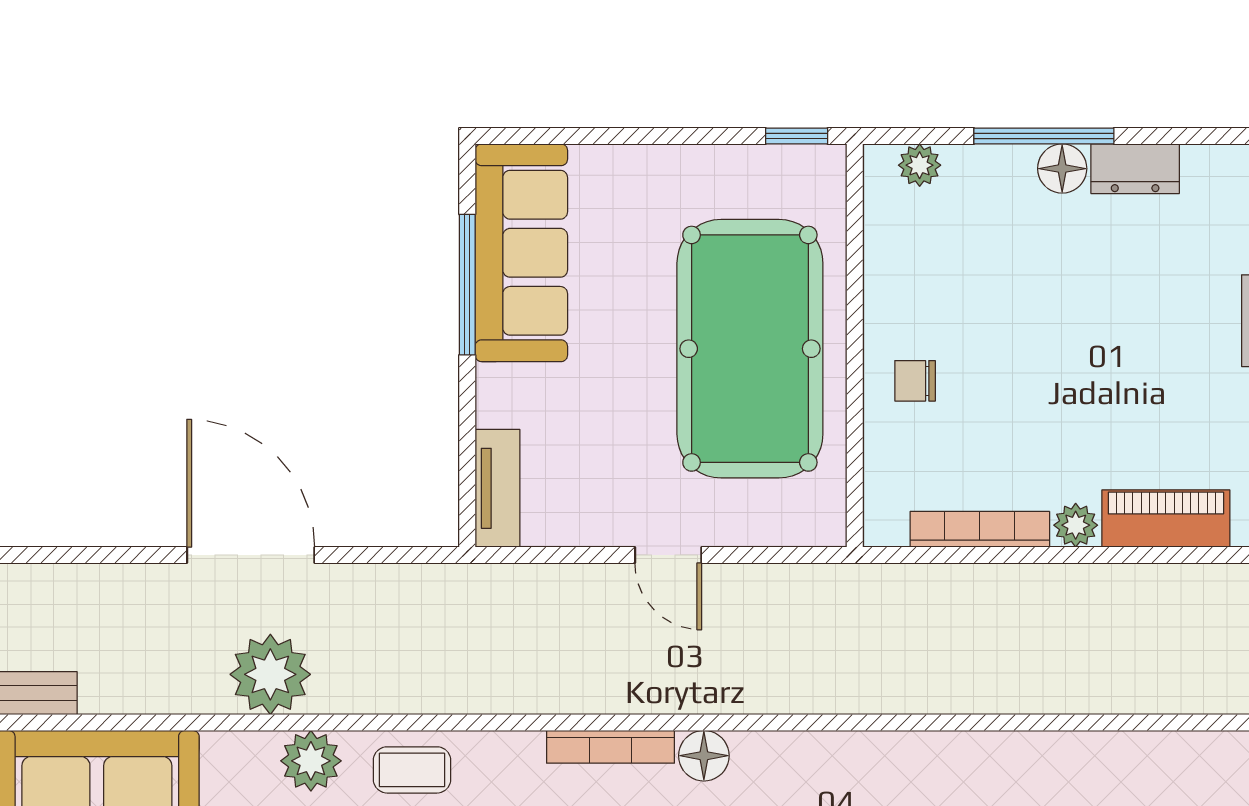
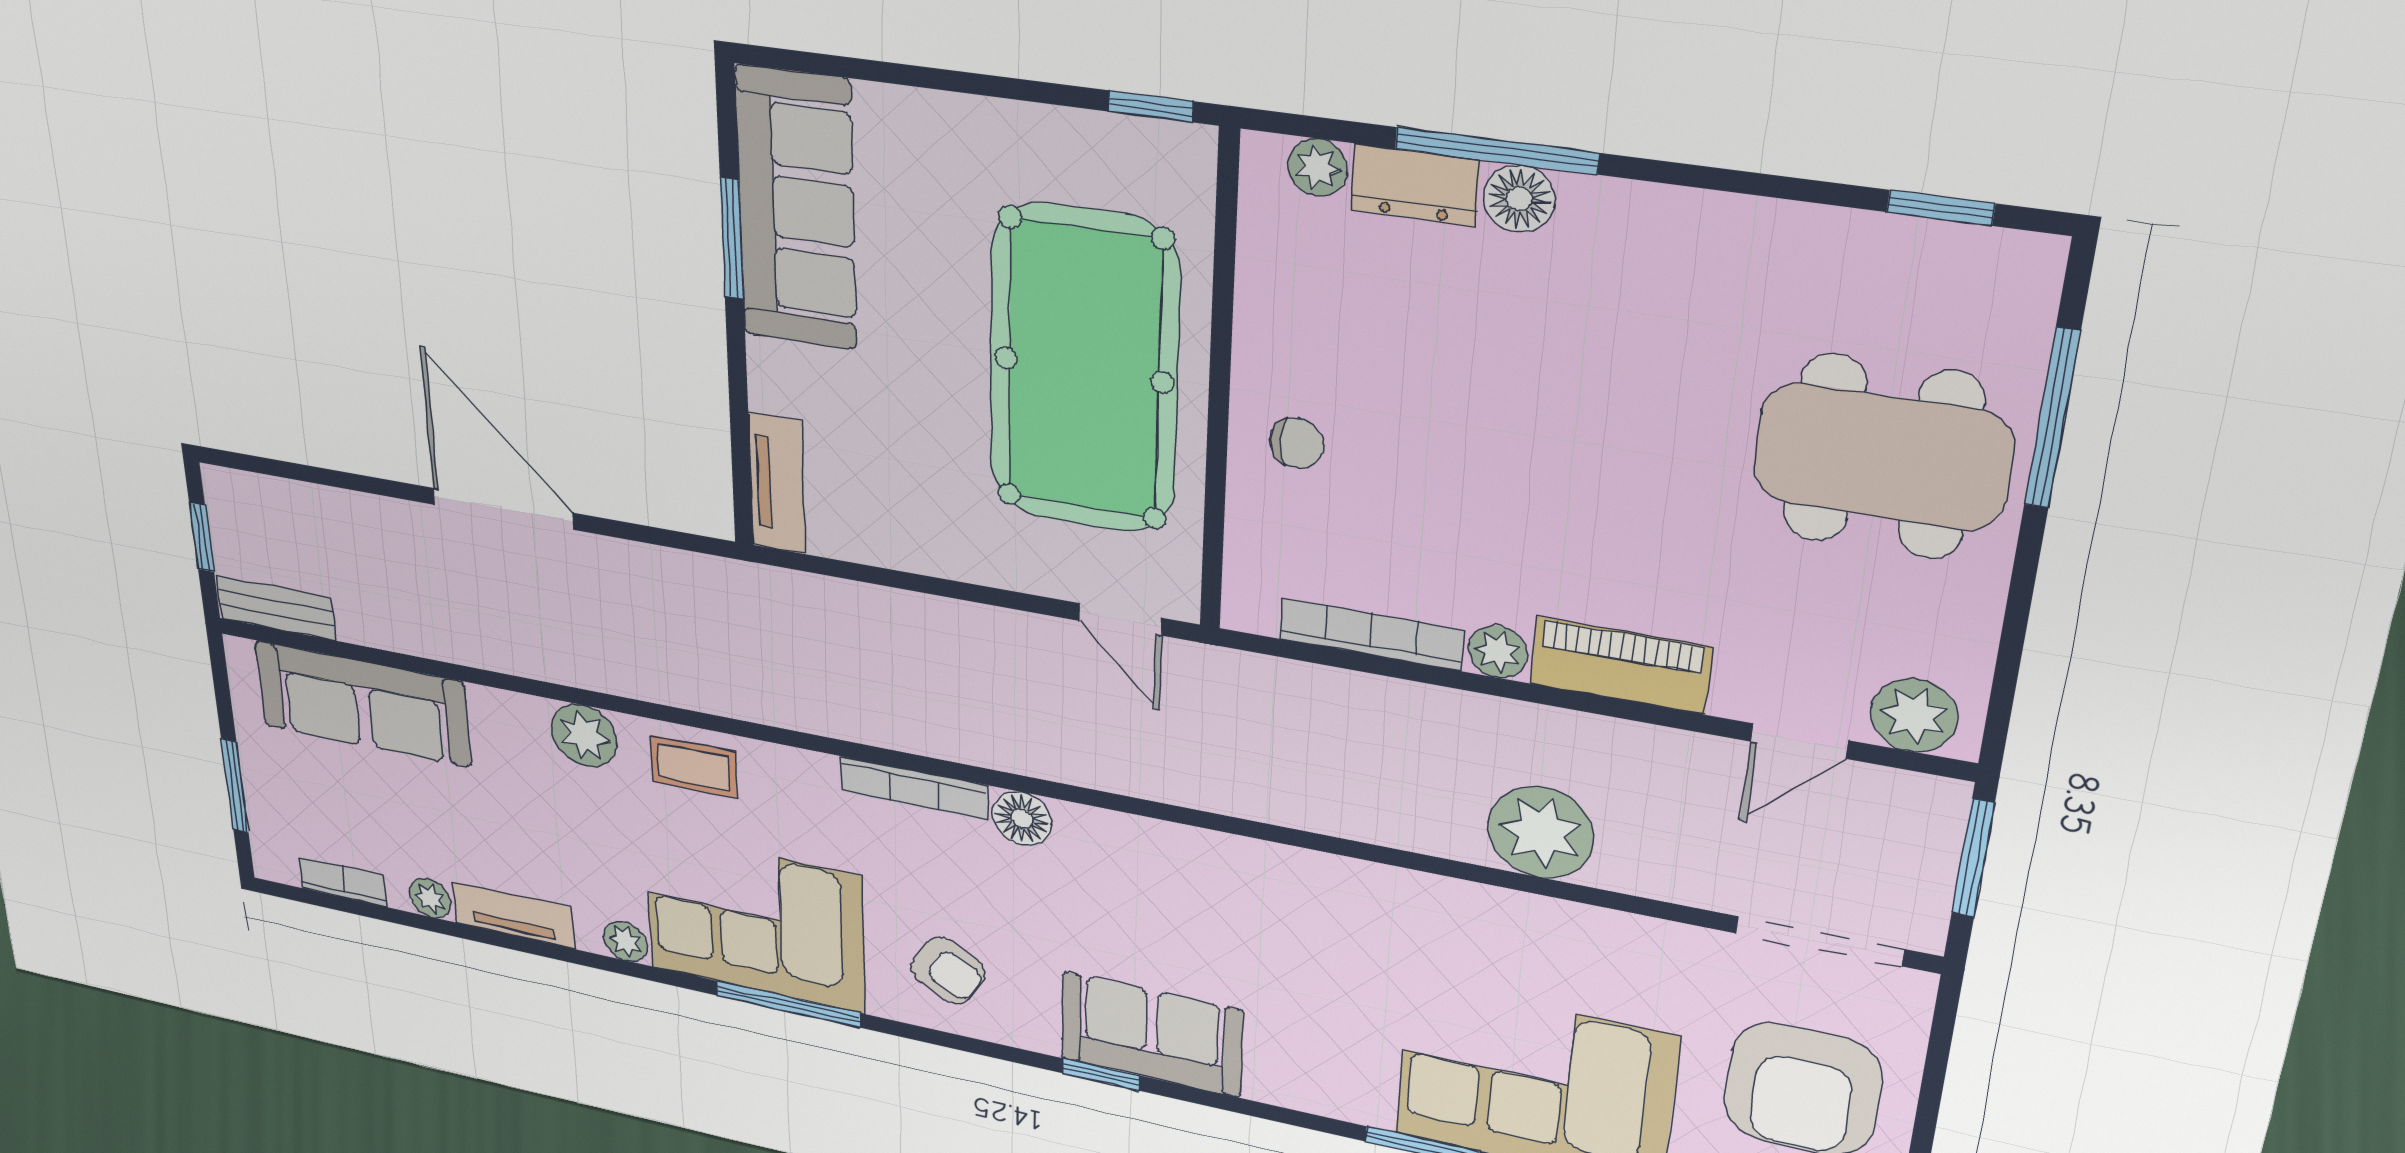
dresser: (1135, 169) -> (1415, 185), moved
window: (467, 285) -> (732, 239), width x0.69
chair: (915, 381) -> (1297, 443), turned 180
door: (668, 555) -> (1120, 619), moved
plant: (270, 674) -> (1541, 832), moved

